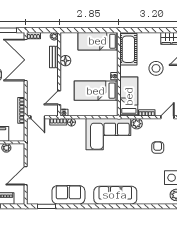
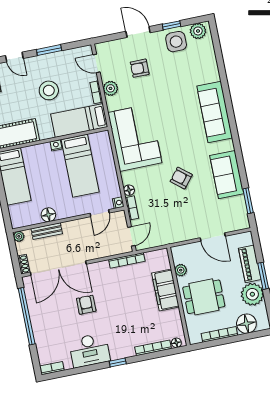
stool: (156, 68) -> (49, 90), moved
door: (59, 98) -> (100, 213), hinge flipped
plant: (137, 124) -> (110, 88), moved
armchair: (73, 162) -> (181, 178), added

